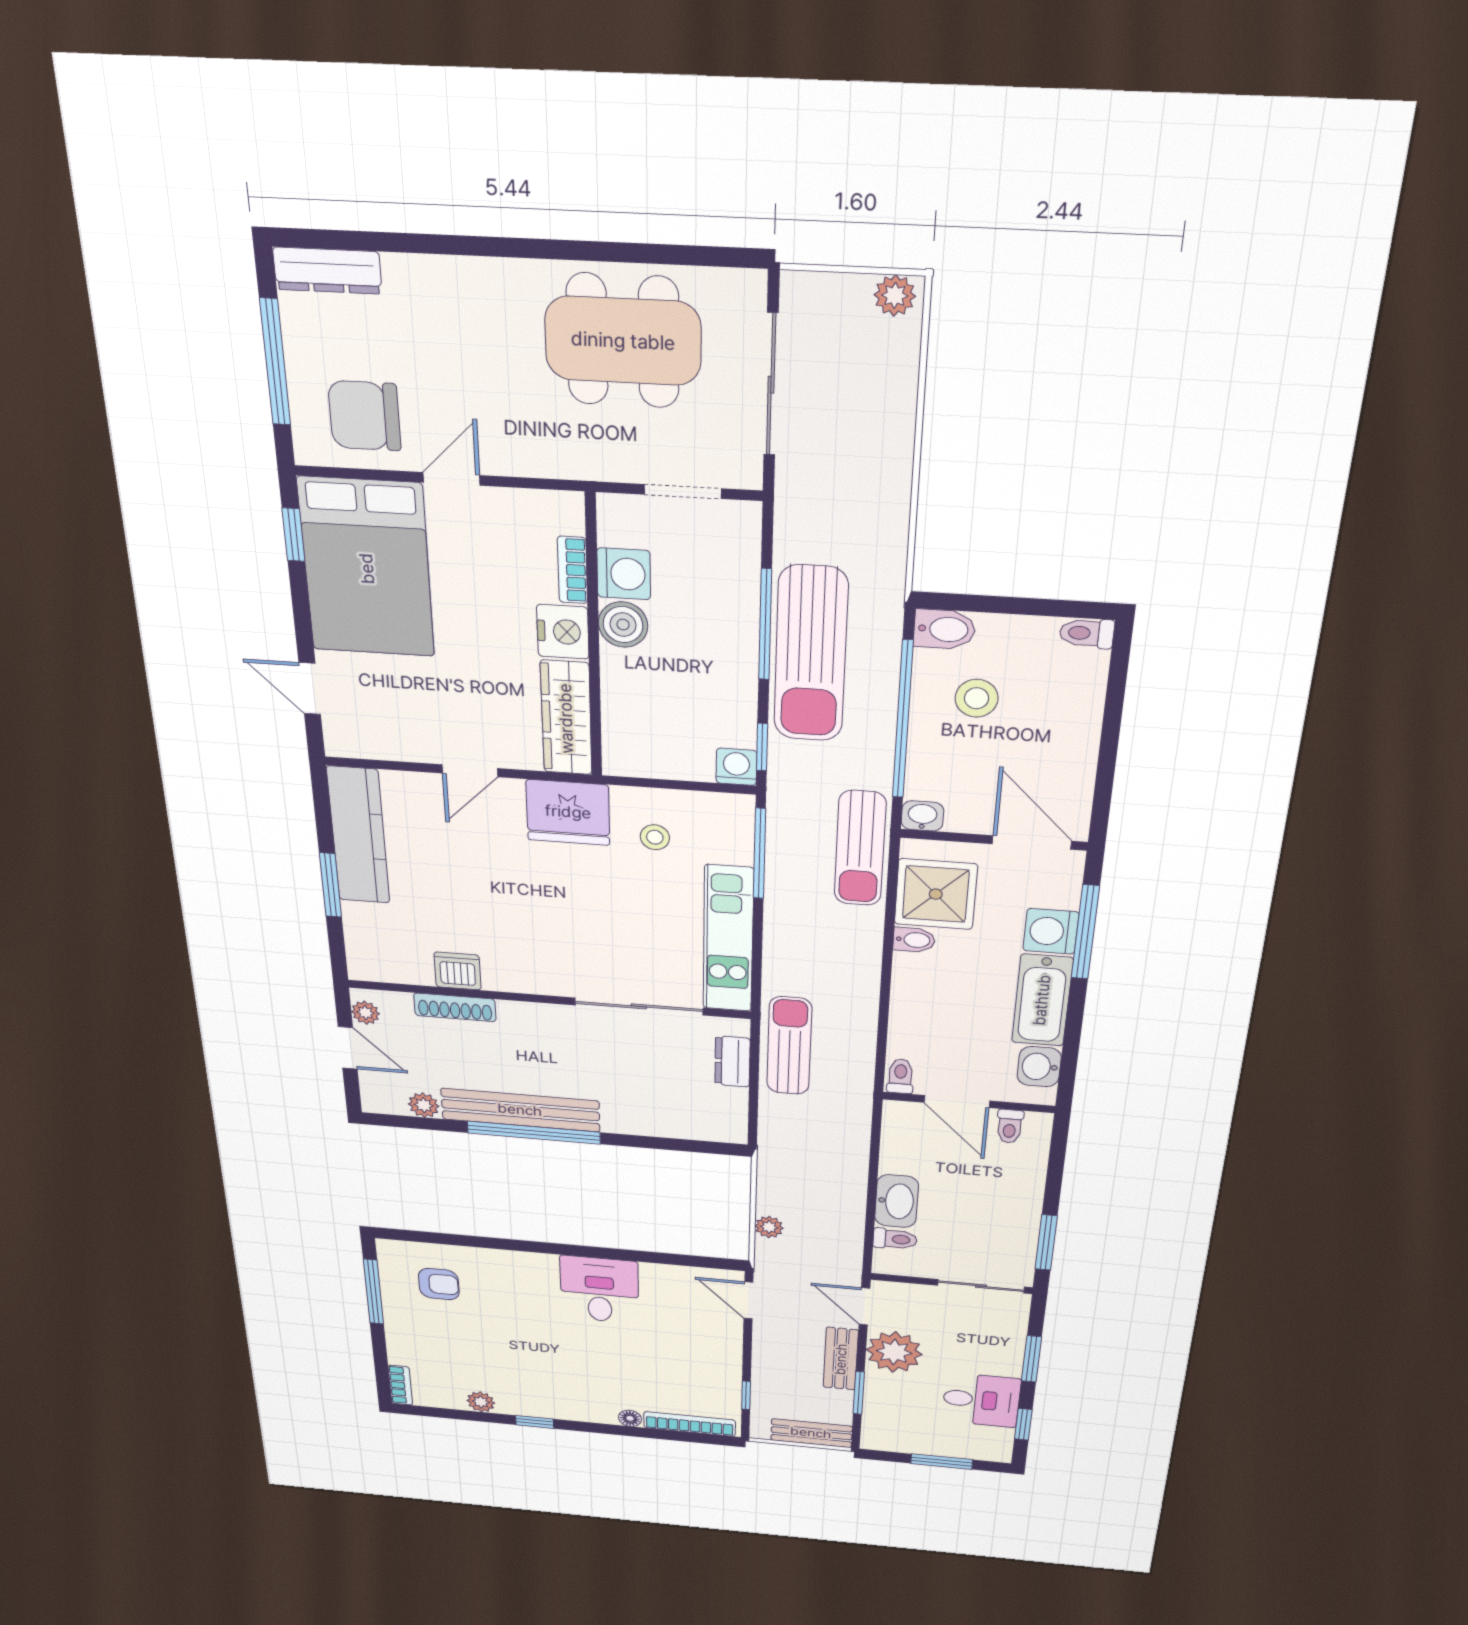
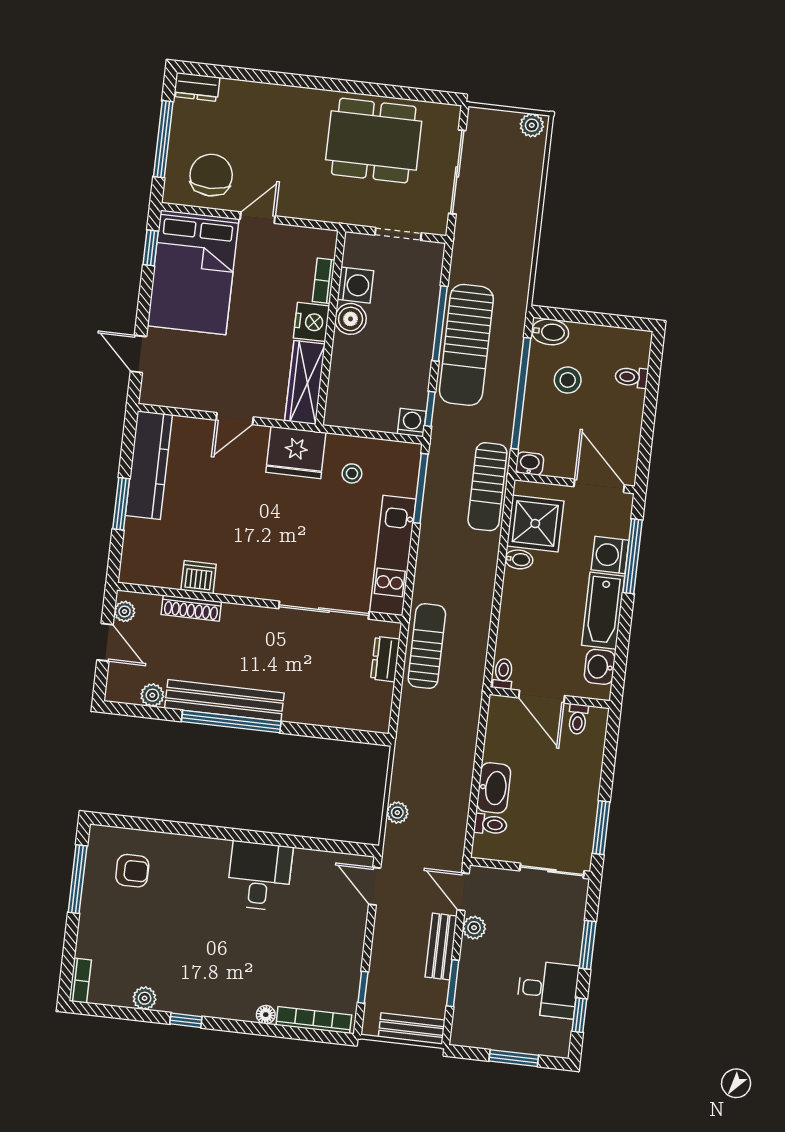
dresser: (327, 271) -> (197, 87), width x0.70
chair: (364, 416) -> (211, 175), turned 90
toilet: (1087, 633) -> (631, 377), moved
plant: (894, 1352) -> (474, 928), width x0.53, depth x0.53

